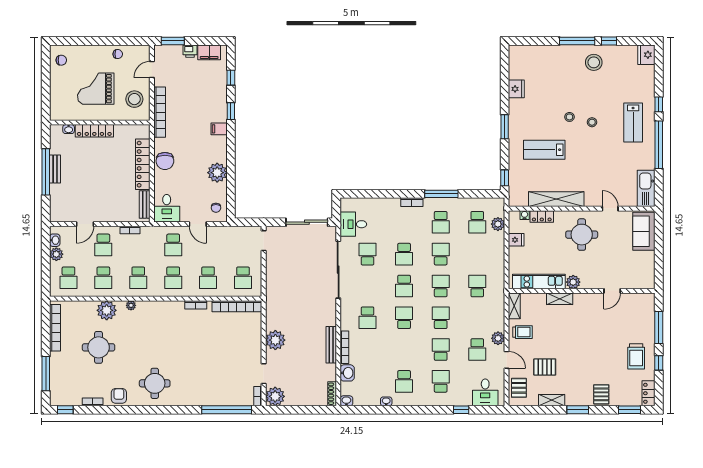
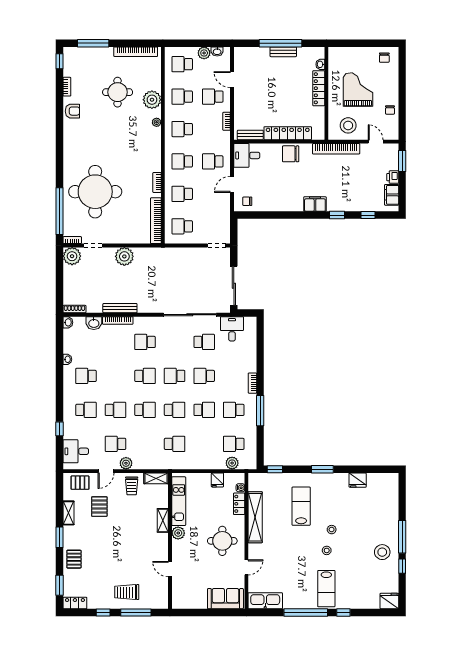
lab bench: (633, 123) -> (326, 589), turned -90
filing cabinet: (219, 129) -> (315, 204), width x2.00
plant: (217, 173) -> (280, 202), removed
trolley: (636, 356) -> (127, 592), moved
round table: (155, 383) -> (95, 192), moved, width x1.86, depth x1.86
pallet: (601, 394) -> (74, 559), turned 90

